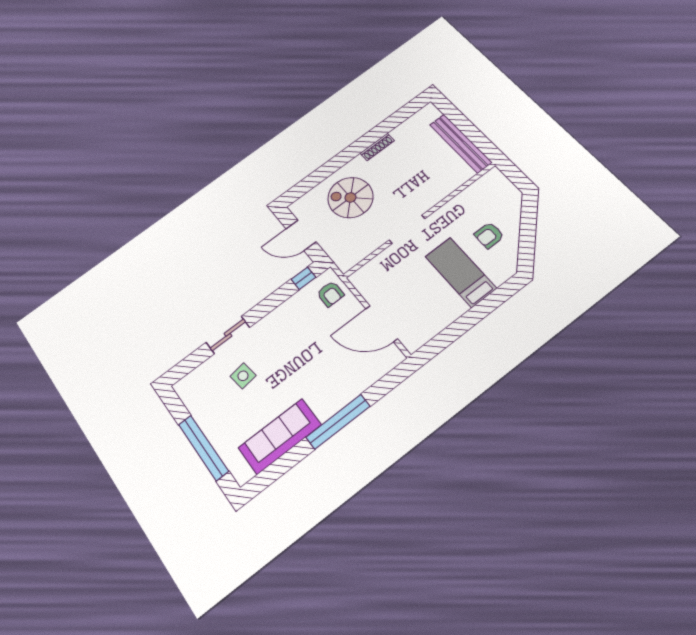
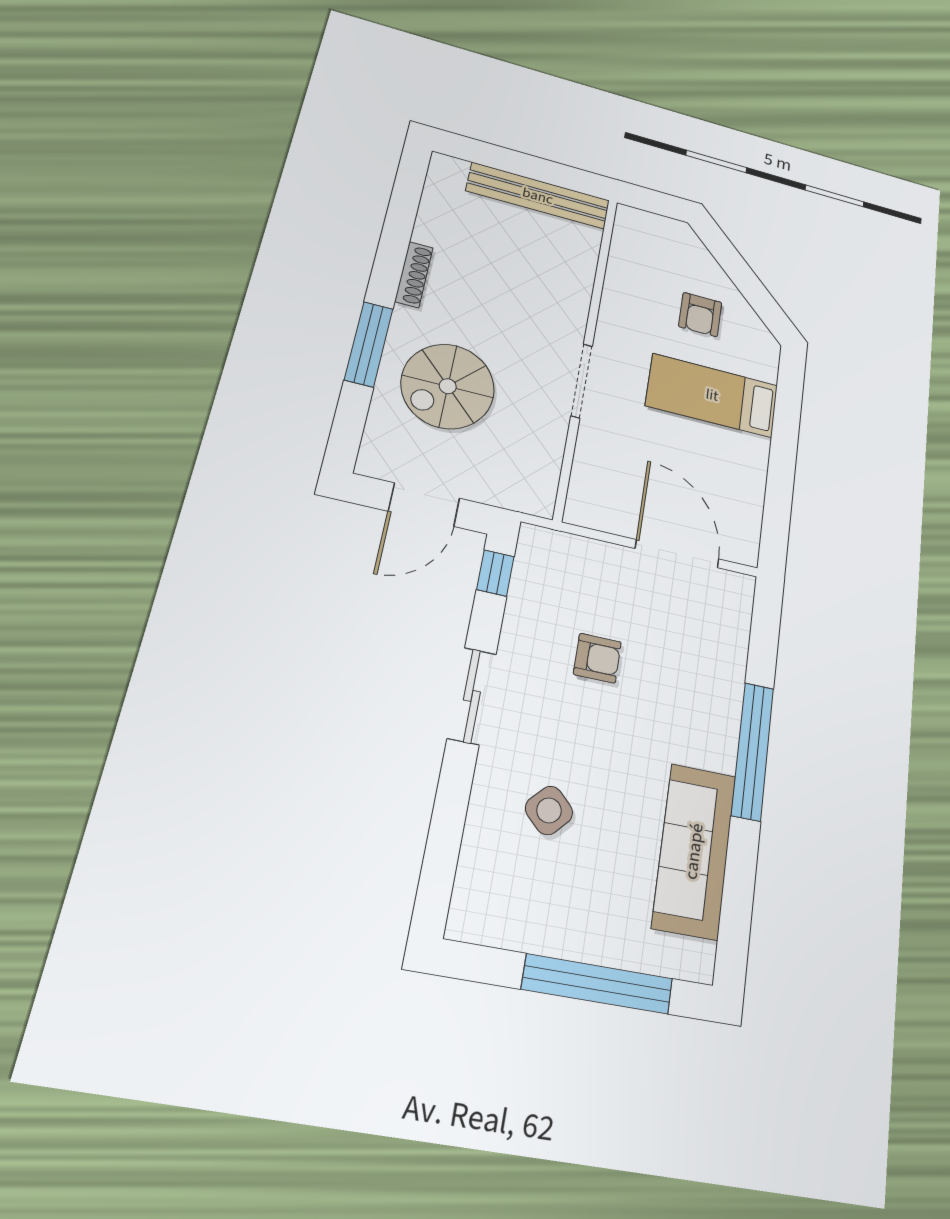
window: (335, 164) -> (369, 344), added
armchair: (330, 294) -> (597, 658), moved
door: (382, 324) -> (677, 554), swing flipped
sliding door: (228, 335) -> (472, 696), moved
side table: (243, 376) -> (549, 810), turned -38

